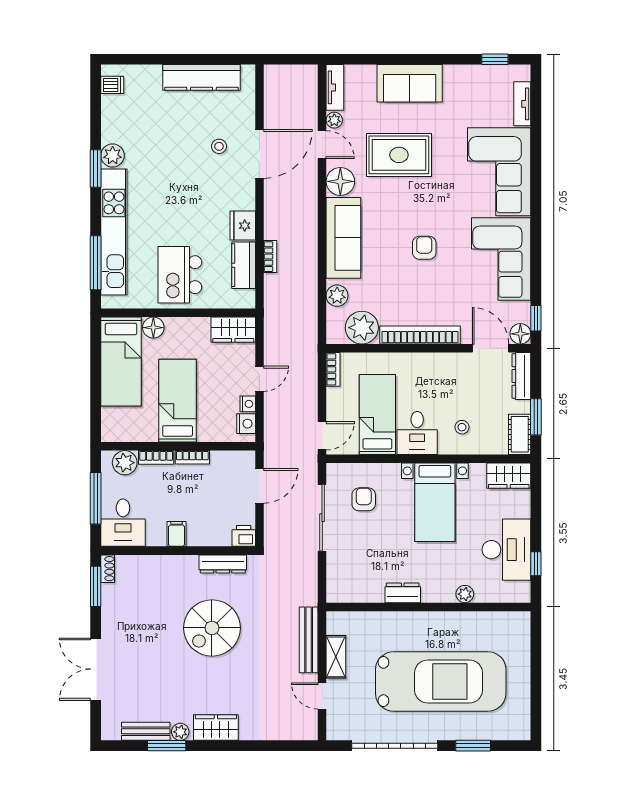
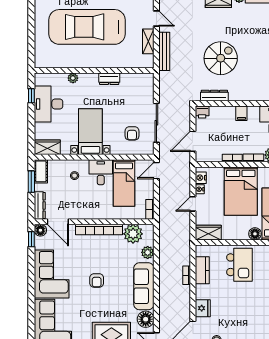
fridge: (243, 226) -> (203, 308), moved
bed: (178, 401) -> (241, 191), width x1.50

